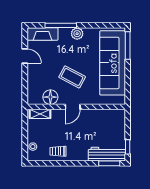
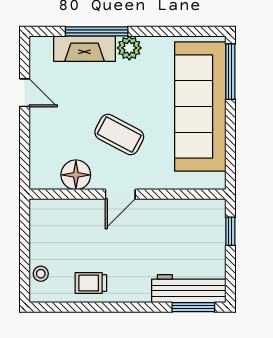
fireplace: (42, 34) -> (84, 49), moved
shelving: (40, 114) -> (55, 208), removed
window: (128, 147) -> (230, 231), moved

